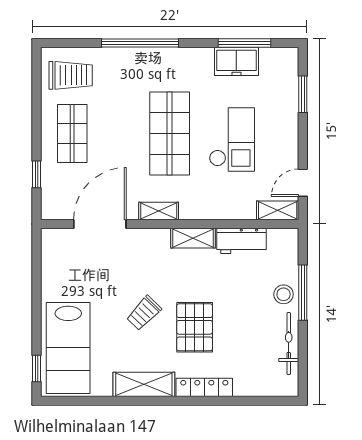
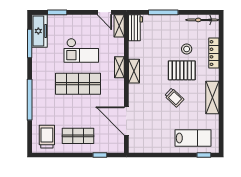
freezer: (236, 61) -> (39, 31), moved, width x1.40
checkout: (232, 140) -> (81, 50), turned 180
shelving: (159, 211) -> (119, 67), moved
workbench: (242, 241) -> (136, 28), moved
stool: (284, 294) -> (187, 49), moved
bicycle: (289, 344) -> (202, 20), moved
lab bench: (68, 348) -> (193, 138), width x0.73, depth x0.72
locker: (204, 387) -> (214, 53), moved

